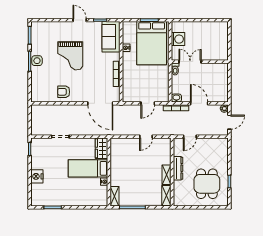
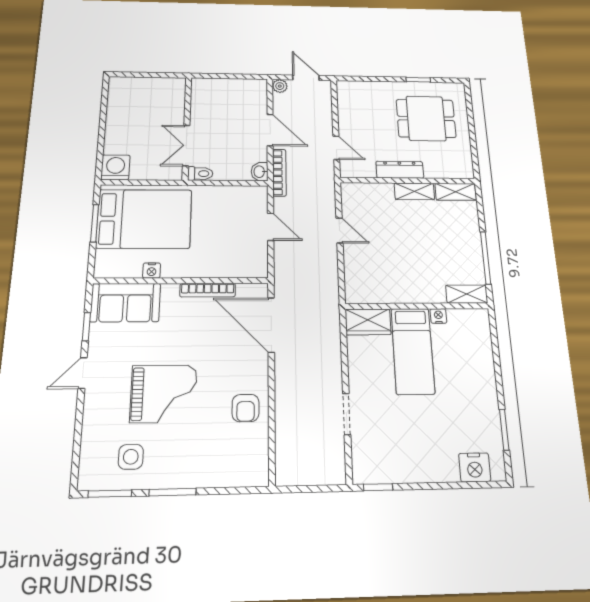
washing machine: (178, 39) -> (115, 167), moved
side table: (37, 61) -> (131, 457), moved
door: (100, 103) -> (271, 325), swing flipped
door: (199, 103) -> (270, 130), swing flipped
nightstand: (37, 176) -> (475, 467), moved

